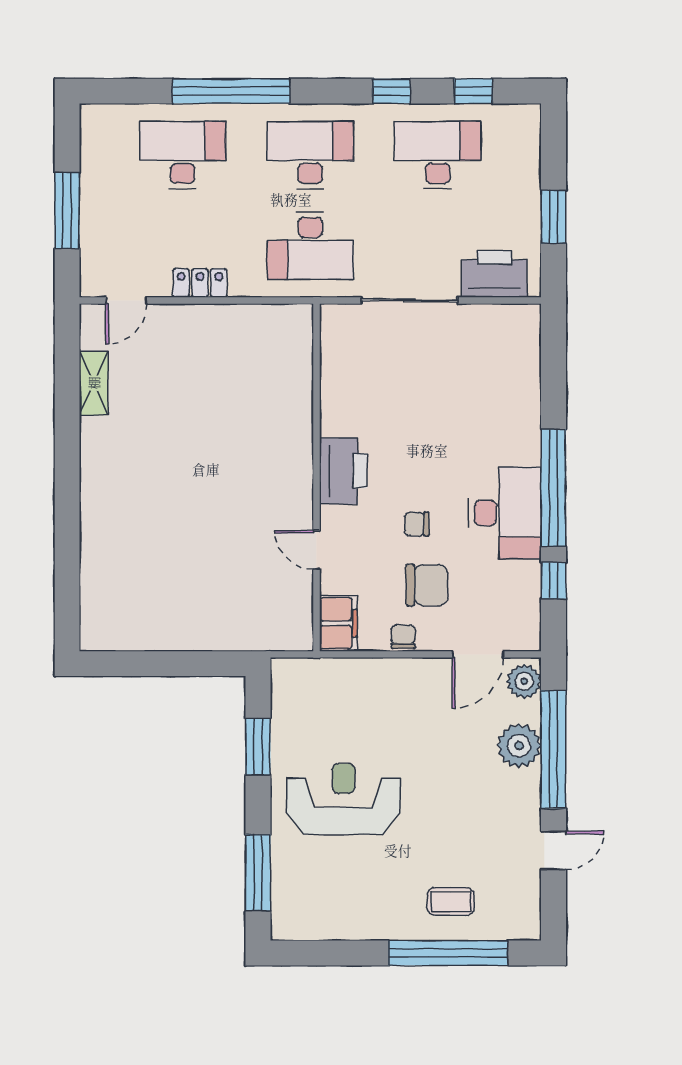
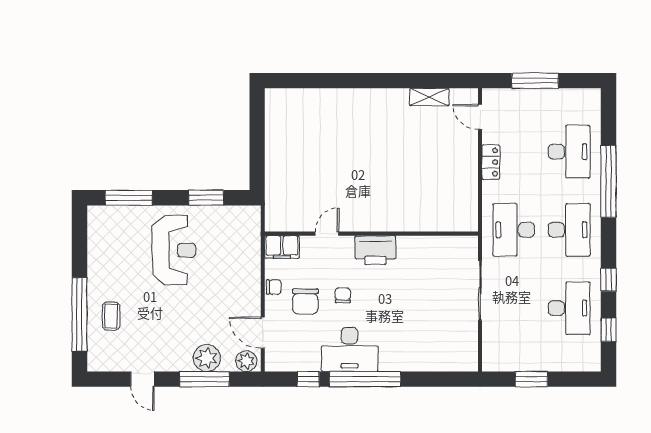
printer: (494, 274) -> (496, 343), removed
window: (553, 749) -> (204, 379), width x0.68

